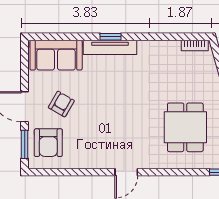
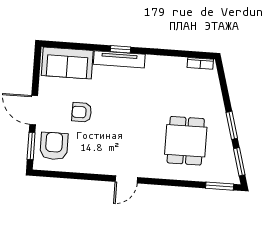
armchair: (61, 104) -> (82, 112), moved, turned -120
armchair: (48, 143) -> (54, 146), turned 180

